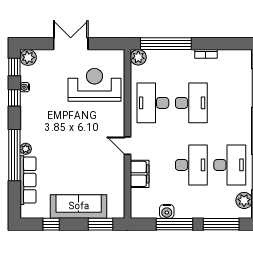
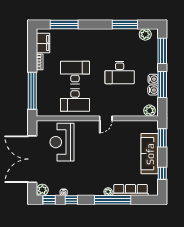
double door: (71, 44) -> (32, 159), width x1.87
plant: (138, 57) -> (150, 111), moved
desk: (191, 165) -> (120, 72), turned 180
desk: (230, 165) -> (120, 45), removed
filing cabinet: (140, 174) -> (43, 43), moved, turned 90
water cooler: (182, 212) -> (153, 79), added

